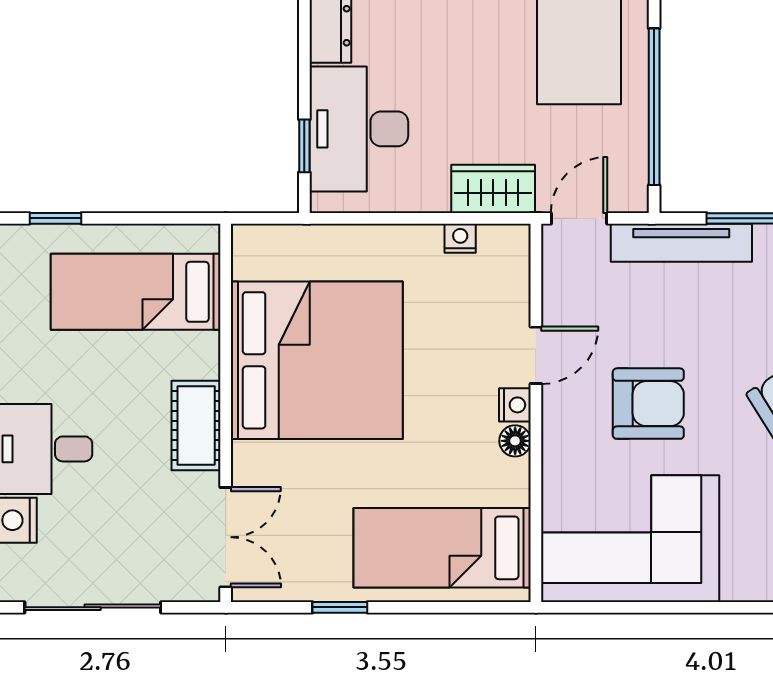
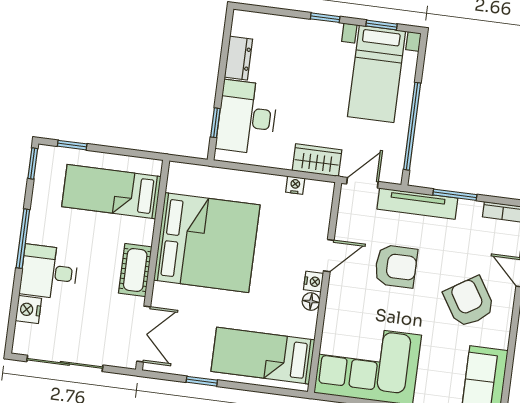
armchair: (648, 404) -> (396, 266), moved

